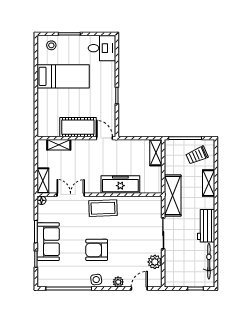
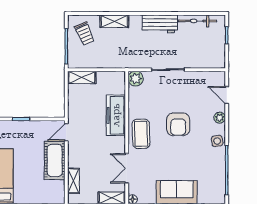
shelving: (173, 196) -> (128, 60), removed
armchair: (97, 250) -> (178, 124), moved
plant: (155, 262) -> (136, 79), moved

